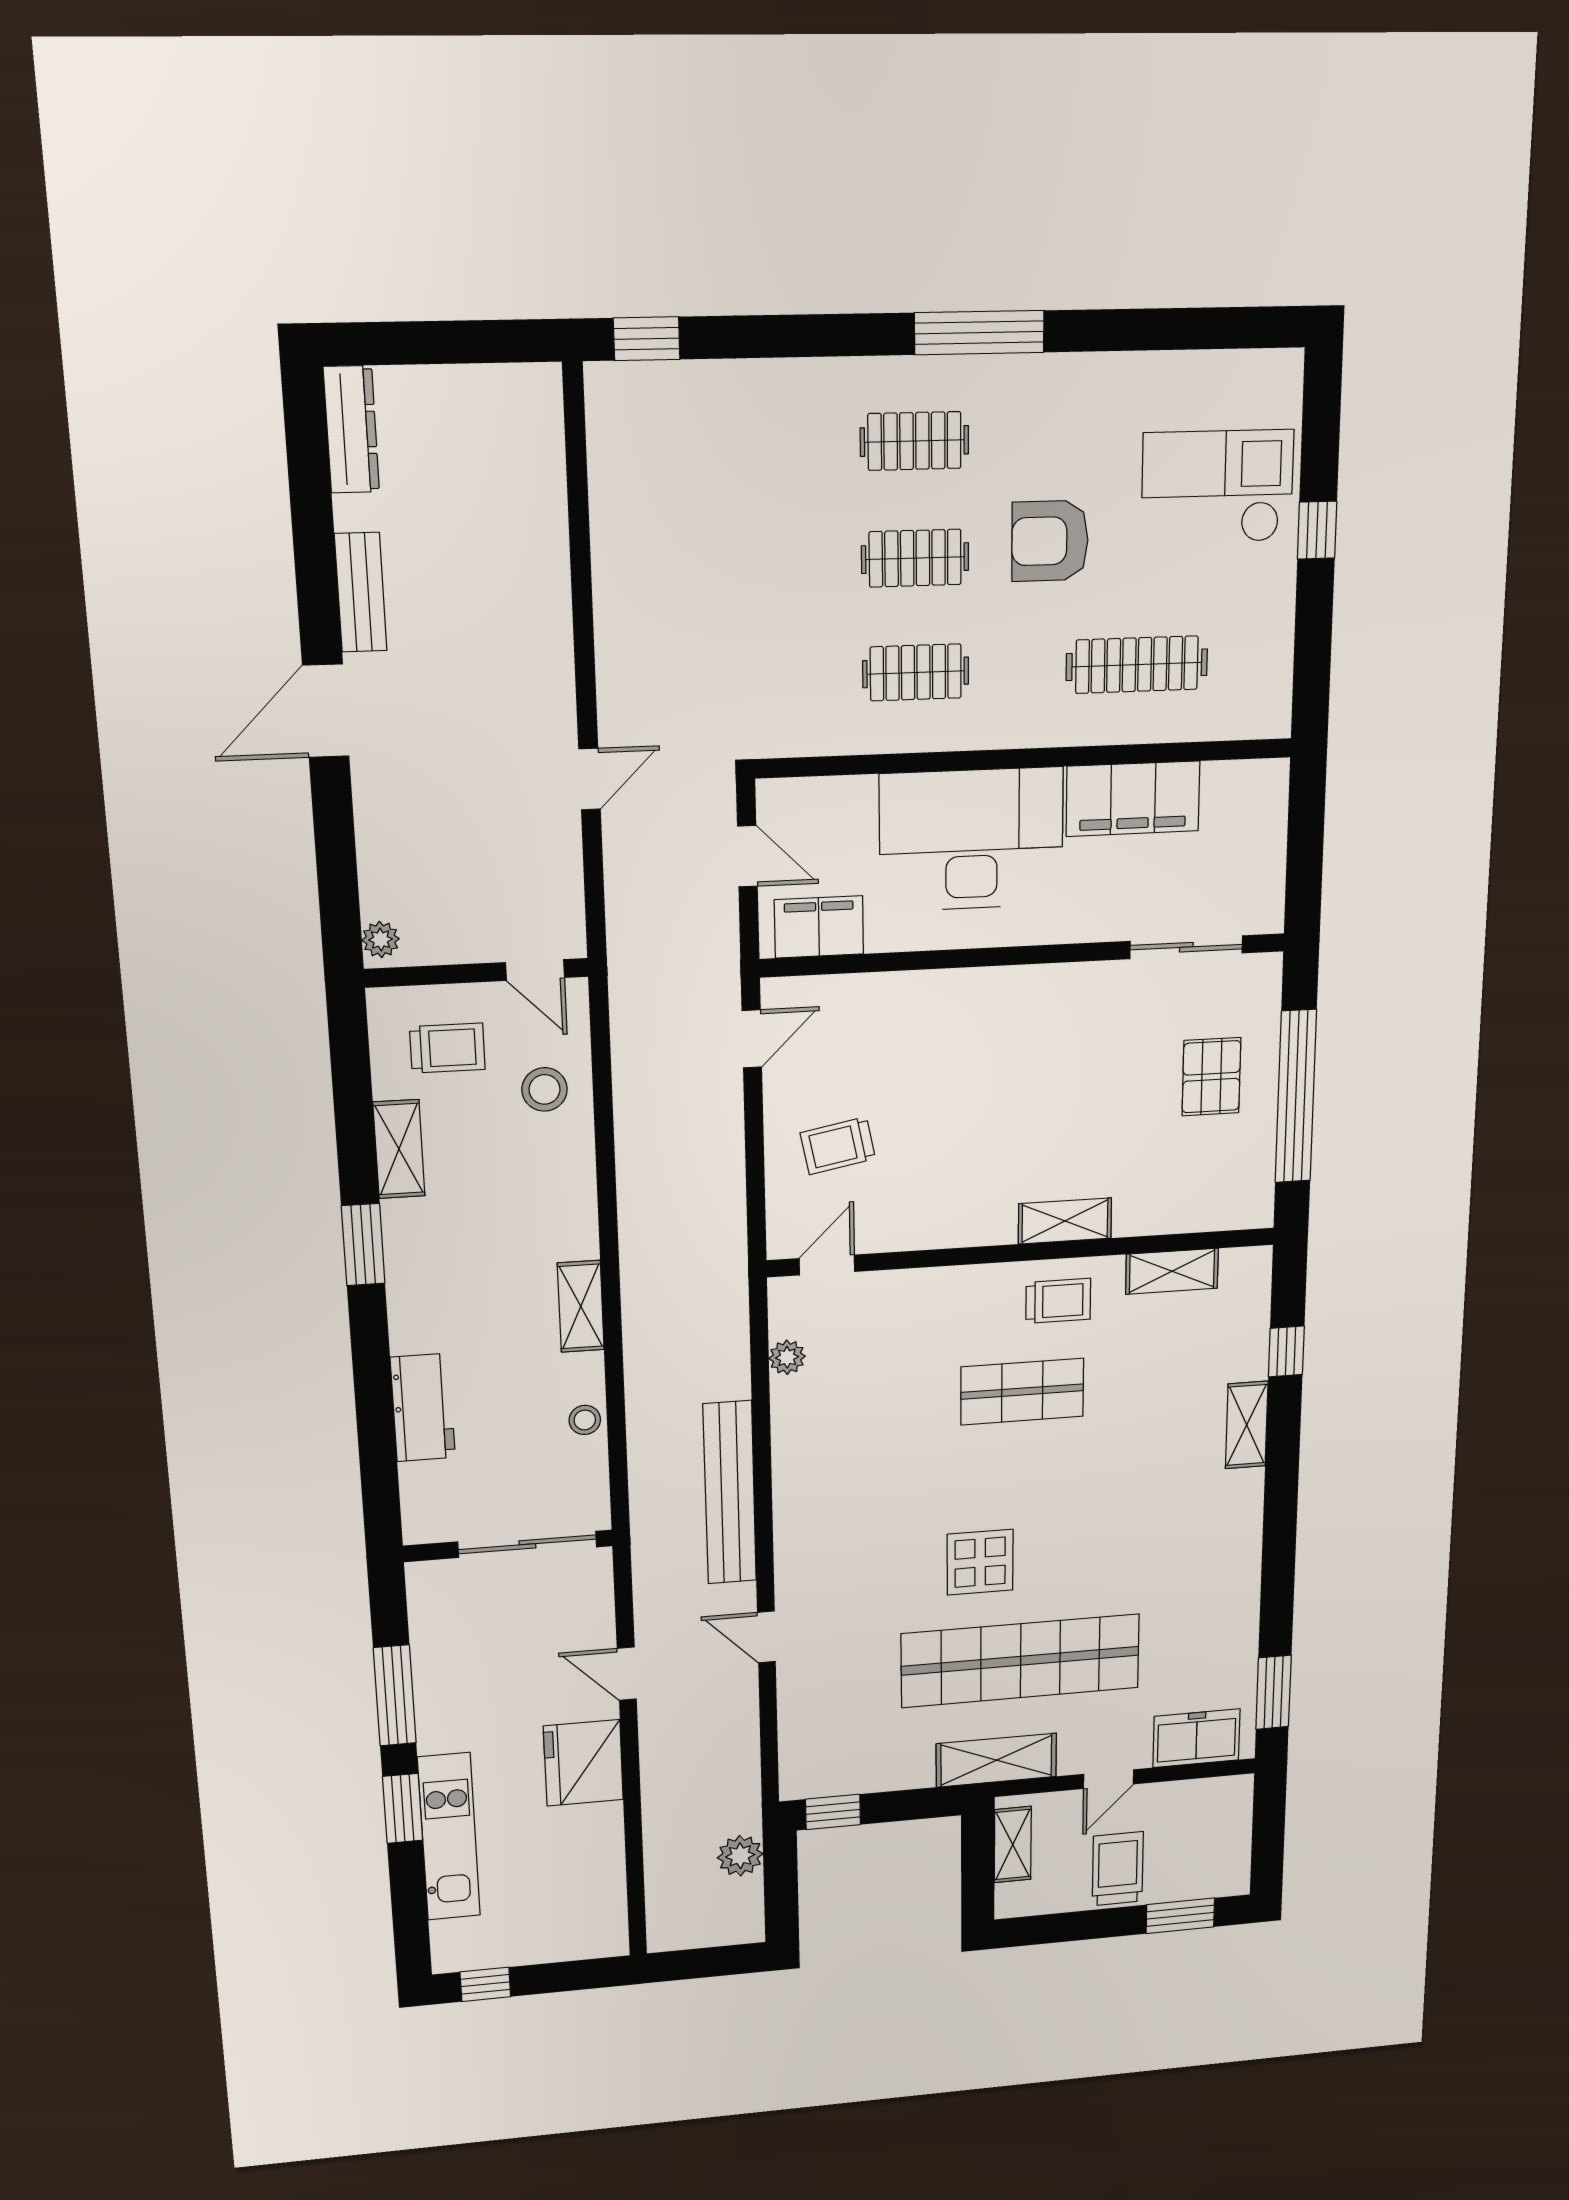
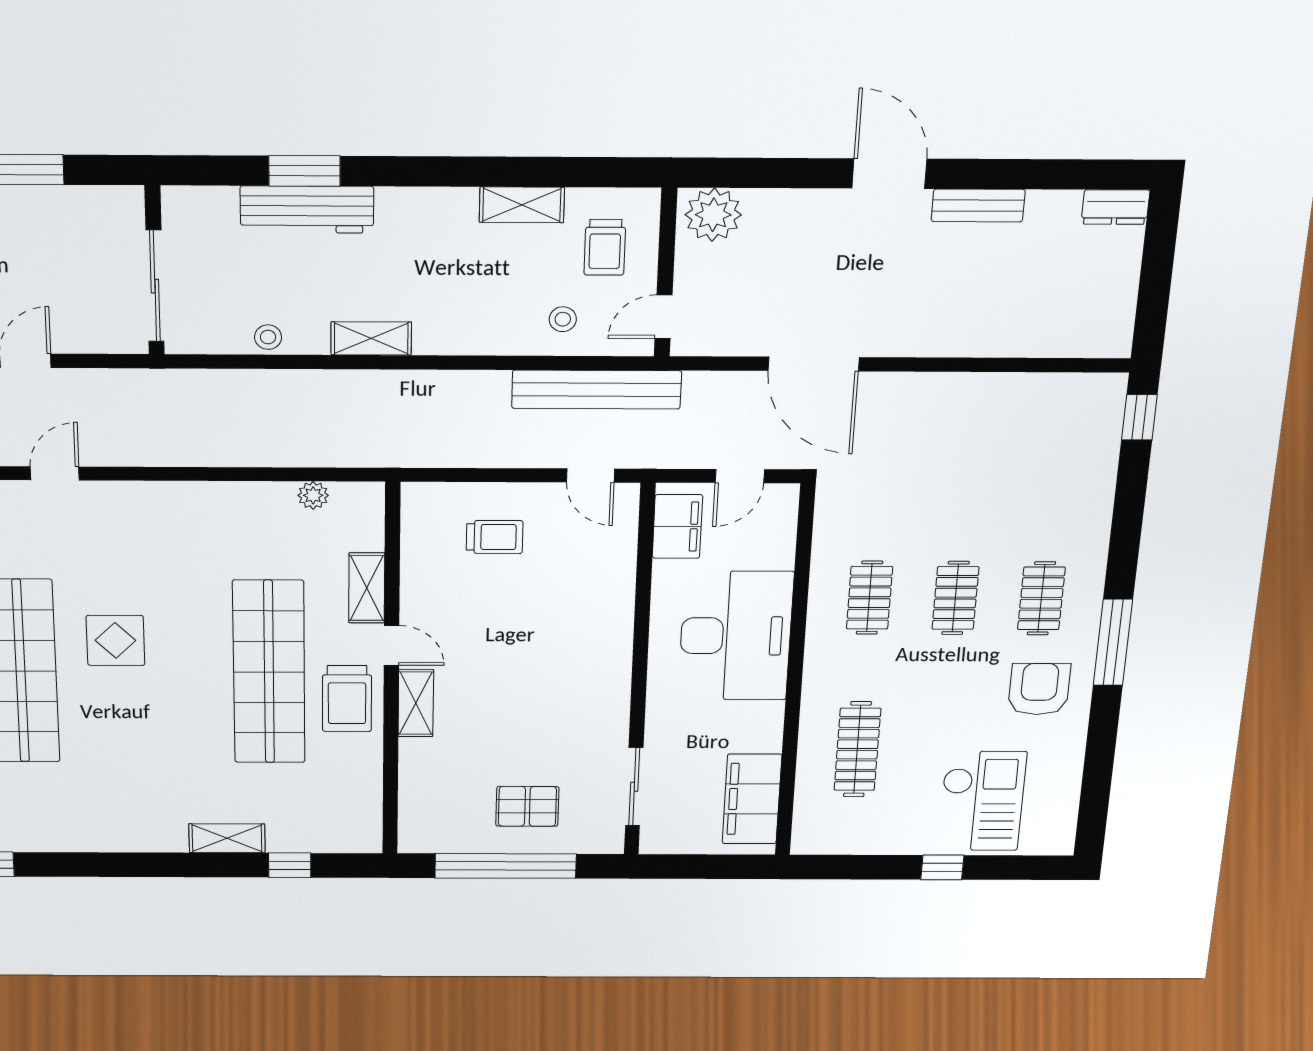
dresser: (351, 429) -> (1115, 207), width x0.70
armchair: (1050, 541) -> (1039, 689), moved
door: (590, 779) -> (814, 364), width x1.87
filing cabinet: (1133, 799) -> (752, 799), moved
plant: (381, 940) -> (713, 215), width x1.87, depth x1.87
stool: (544, 1089) -> (563, 319), width x0.73, depth x0.73
trolley: (838, 1146) -> (495, 537), turned 101
window: (363, 1245) -> (304, 171), moved
door: (827, 1265) -> (392, 645), moved
shelving: (1172, 1271) -> (367, 588), moved
trolley: (1058, 1301) -> (347, 699), width x1.36, depth x1.39
shop shelf: (1022, 1392) -> (269, 672), width x2.00, depth x1.36
workbench: (423, 1408) -> (307, 210), width x1.37
bench: (730, 1493) -> (597, 390), moved

